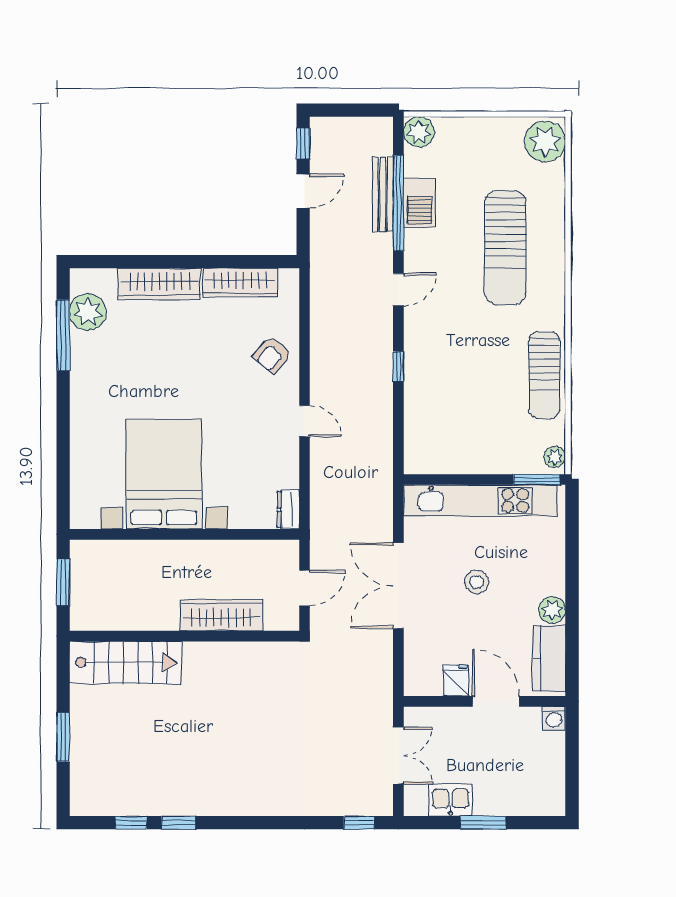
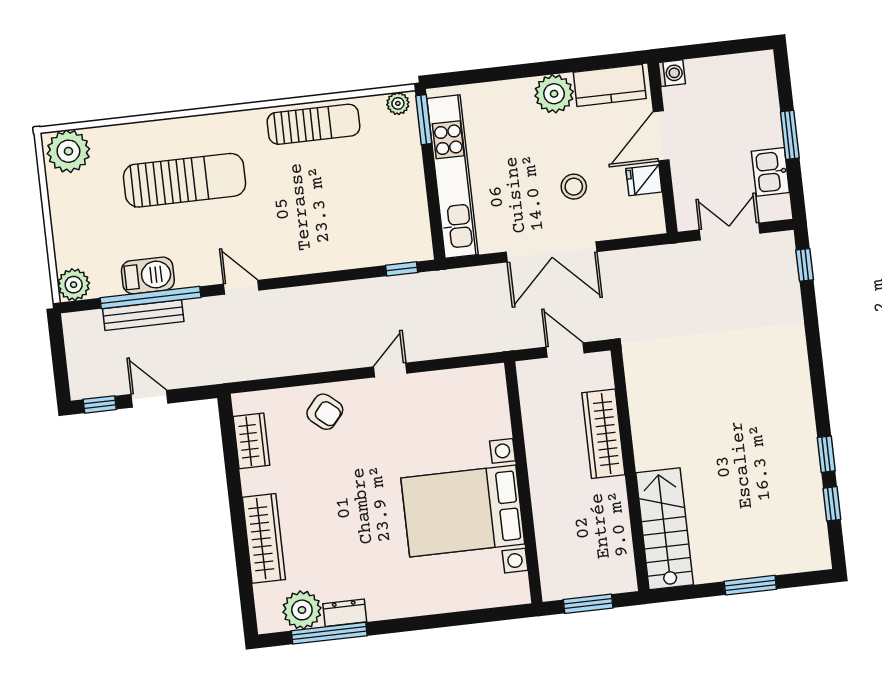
wardrobe: (240, 283) -> (251, 441), width x0.67
window: (398, 366) -> (402, 269), moved
dresser: (288, 509) -> (345, 613), moved, turned 180
stool: (477, 582) -> (574, 187), moved
plant: (552, 610) -> (554, 94), width x1.36, depth x1.36

